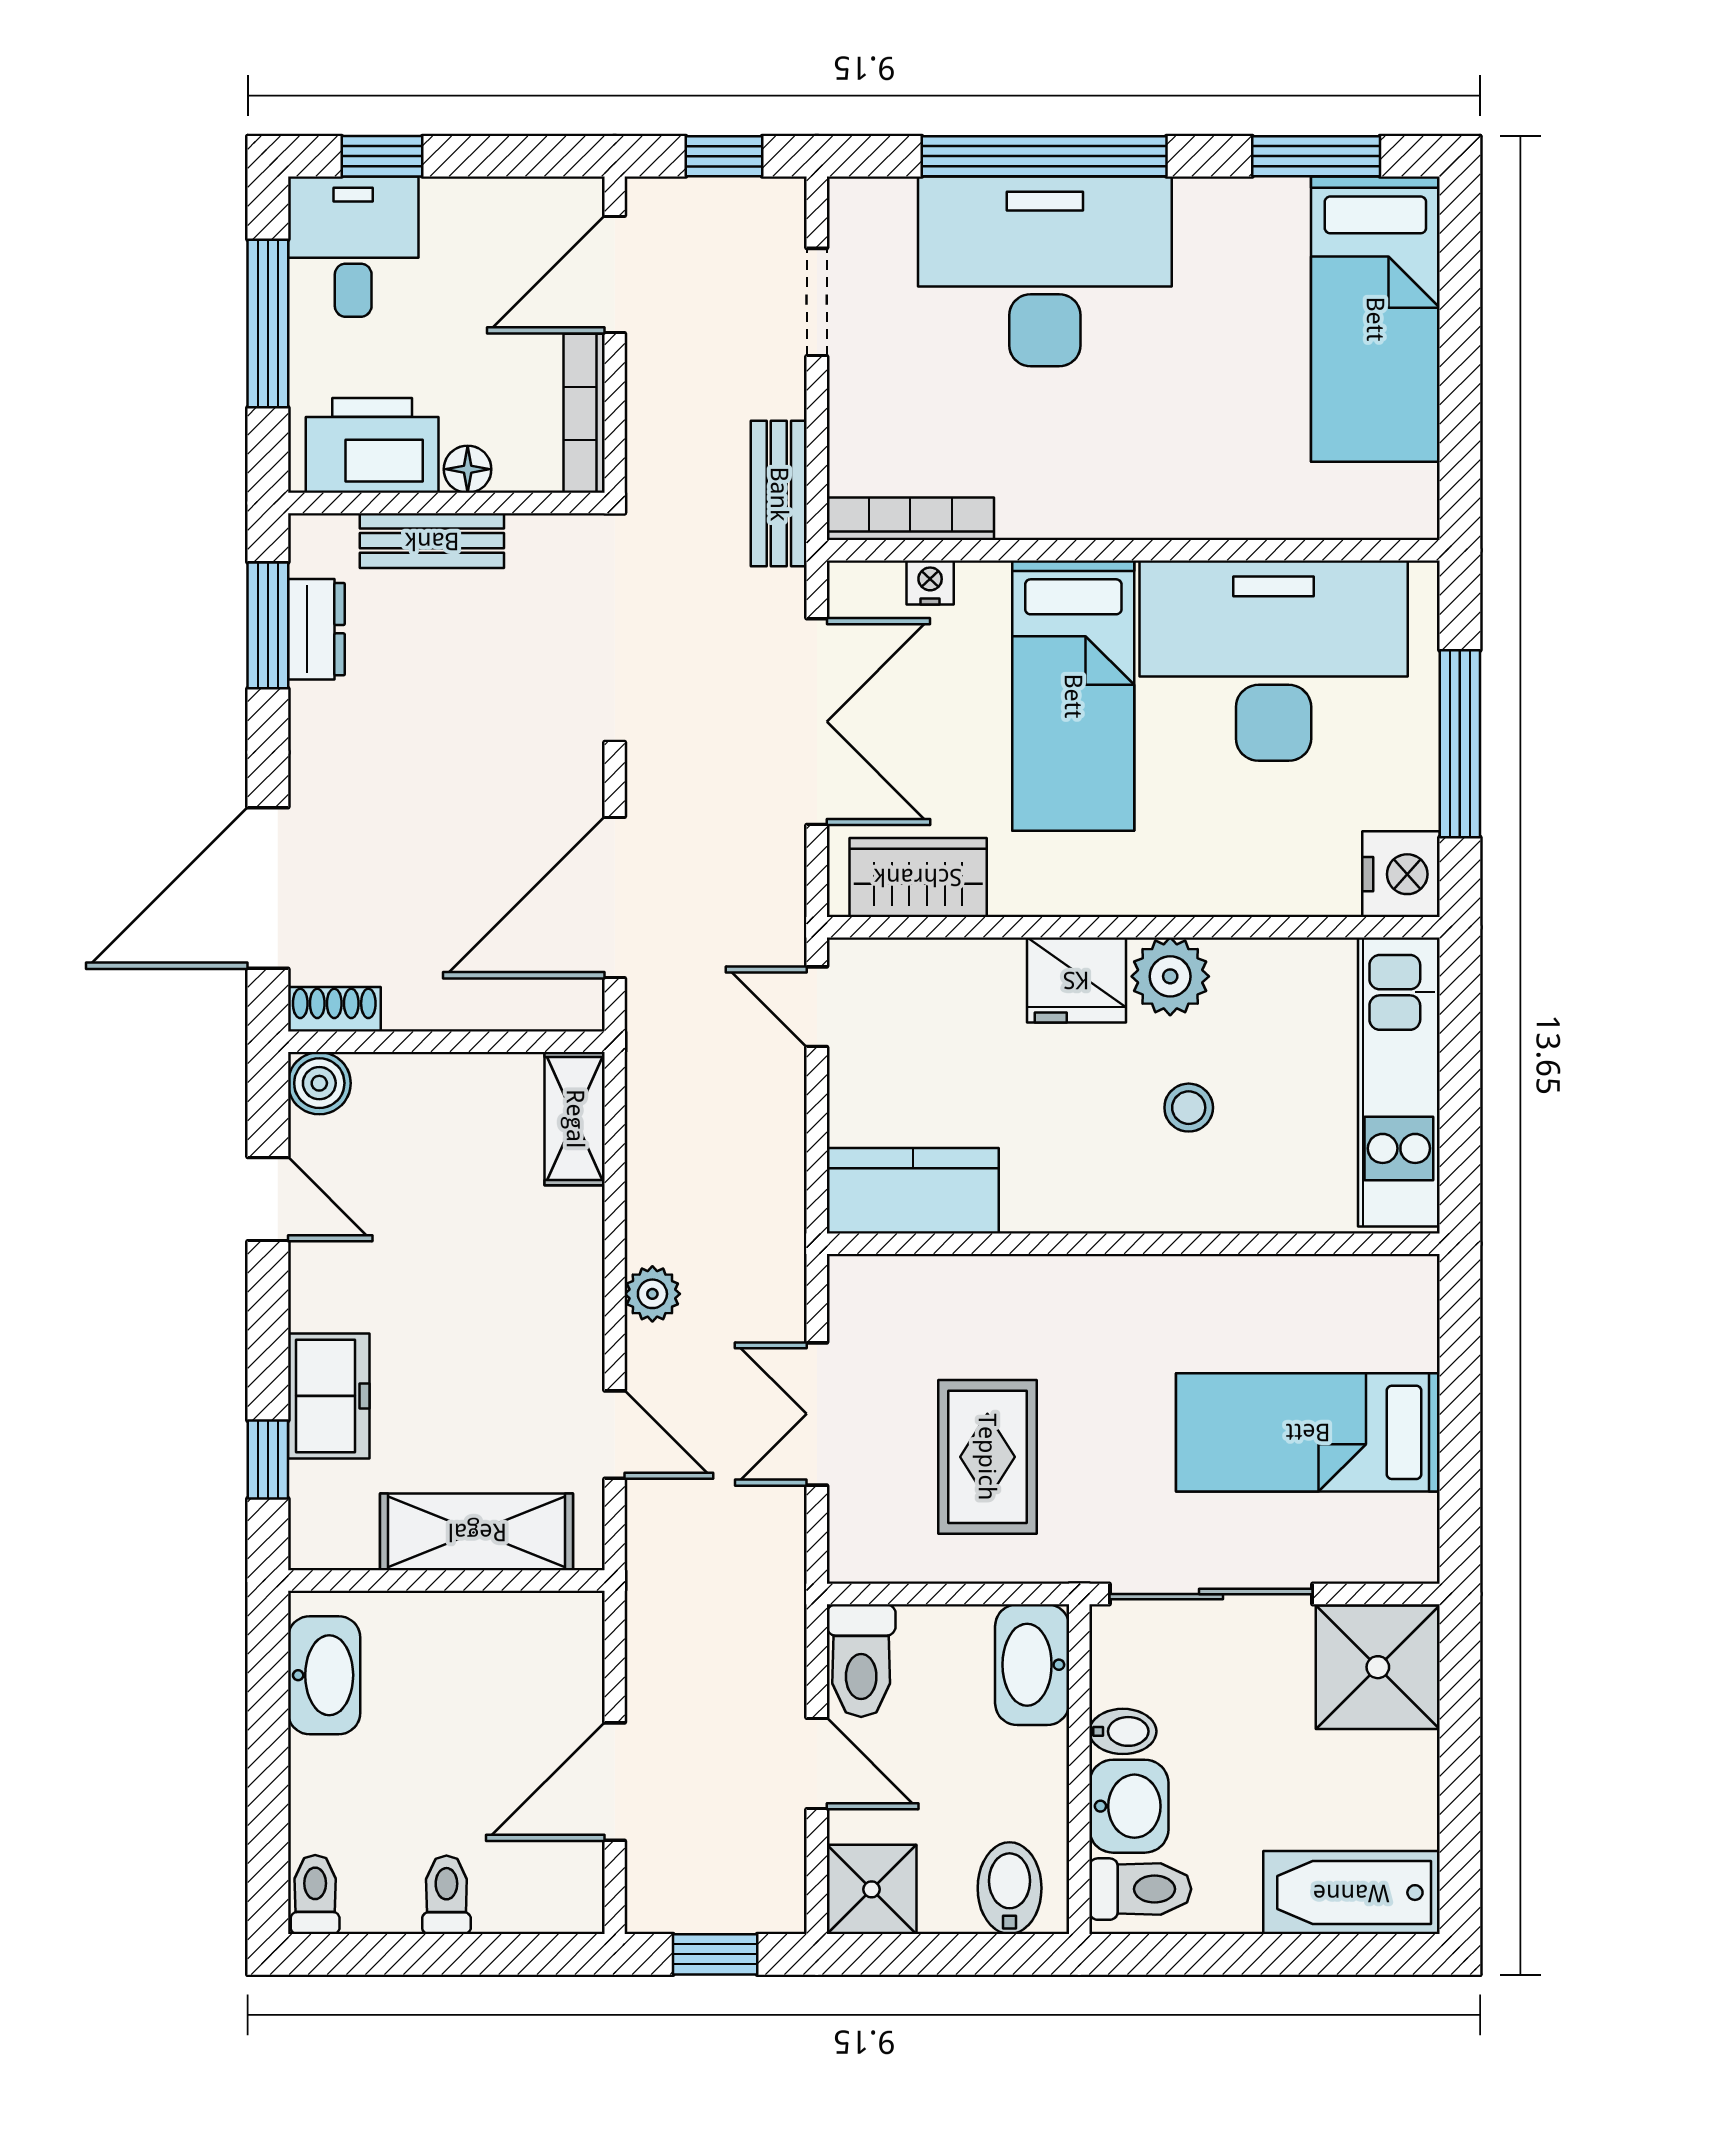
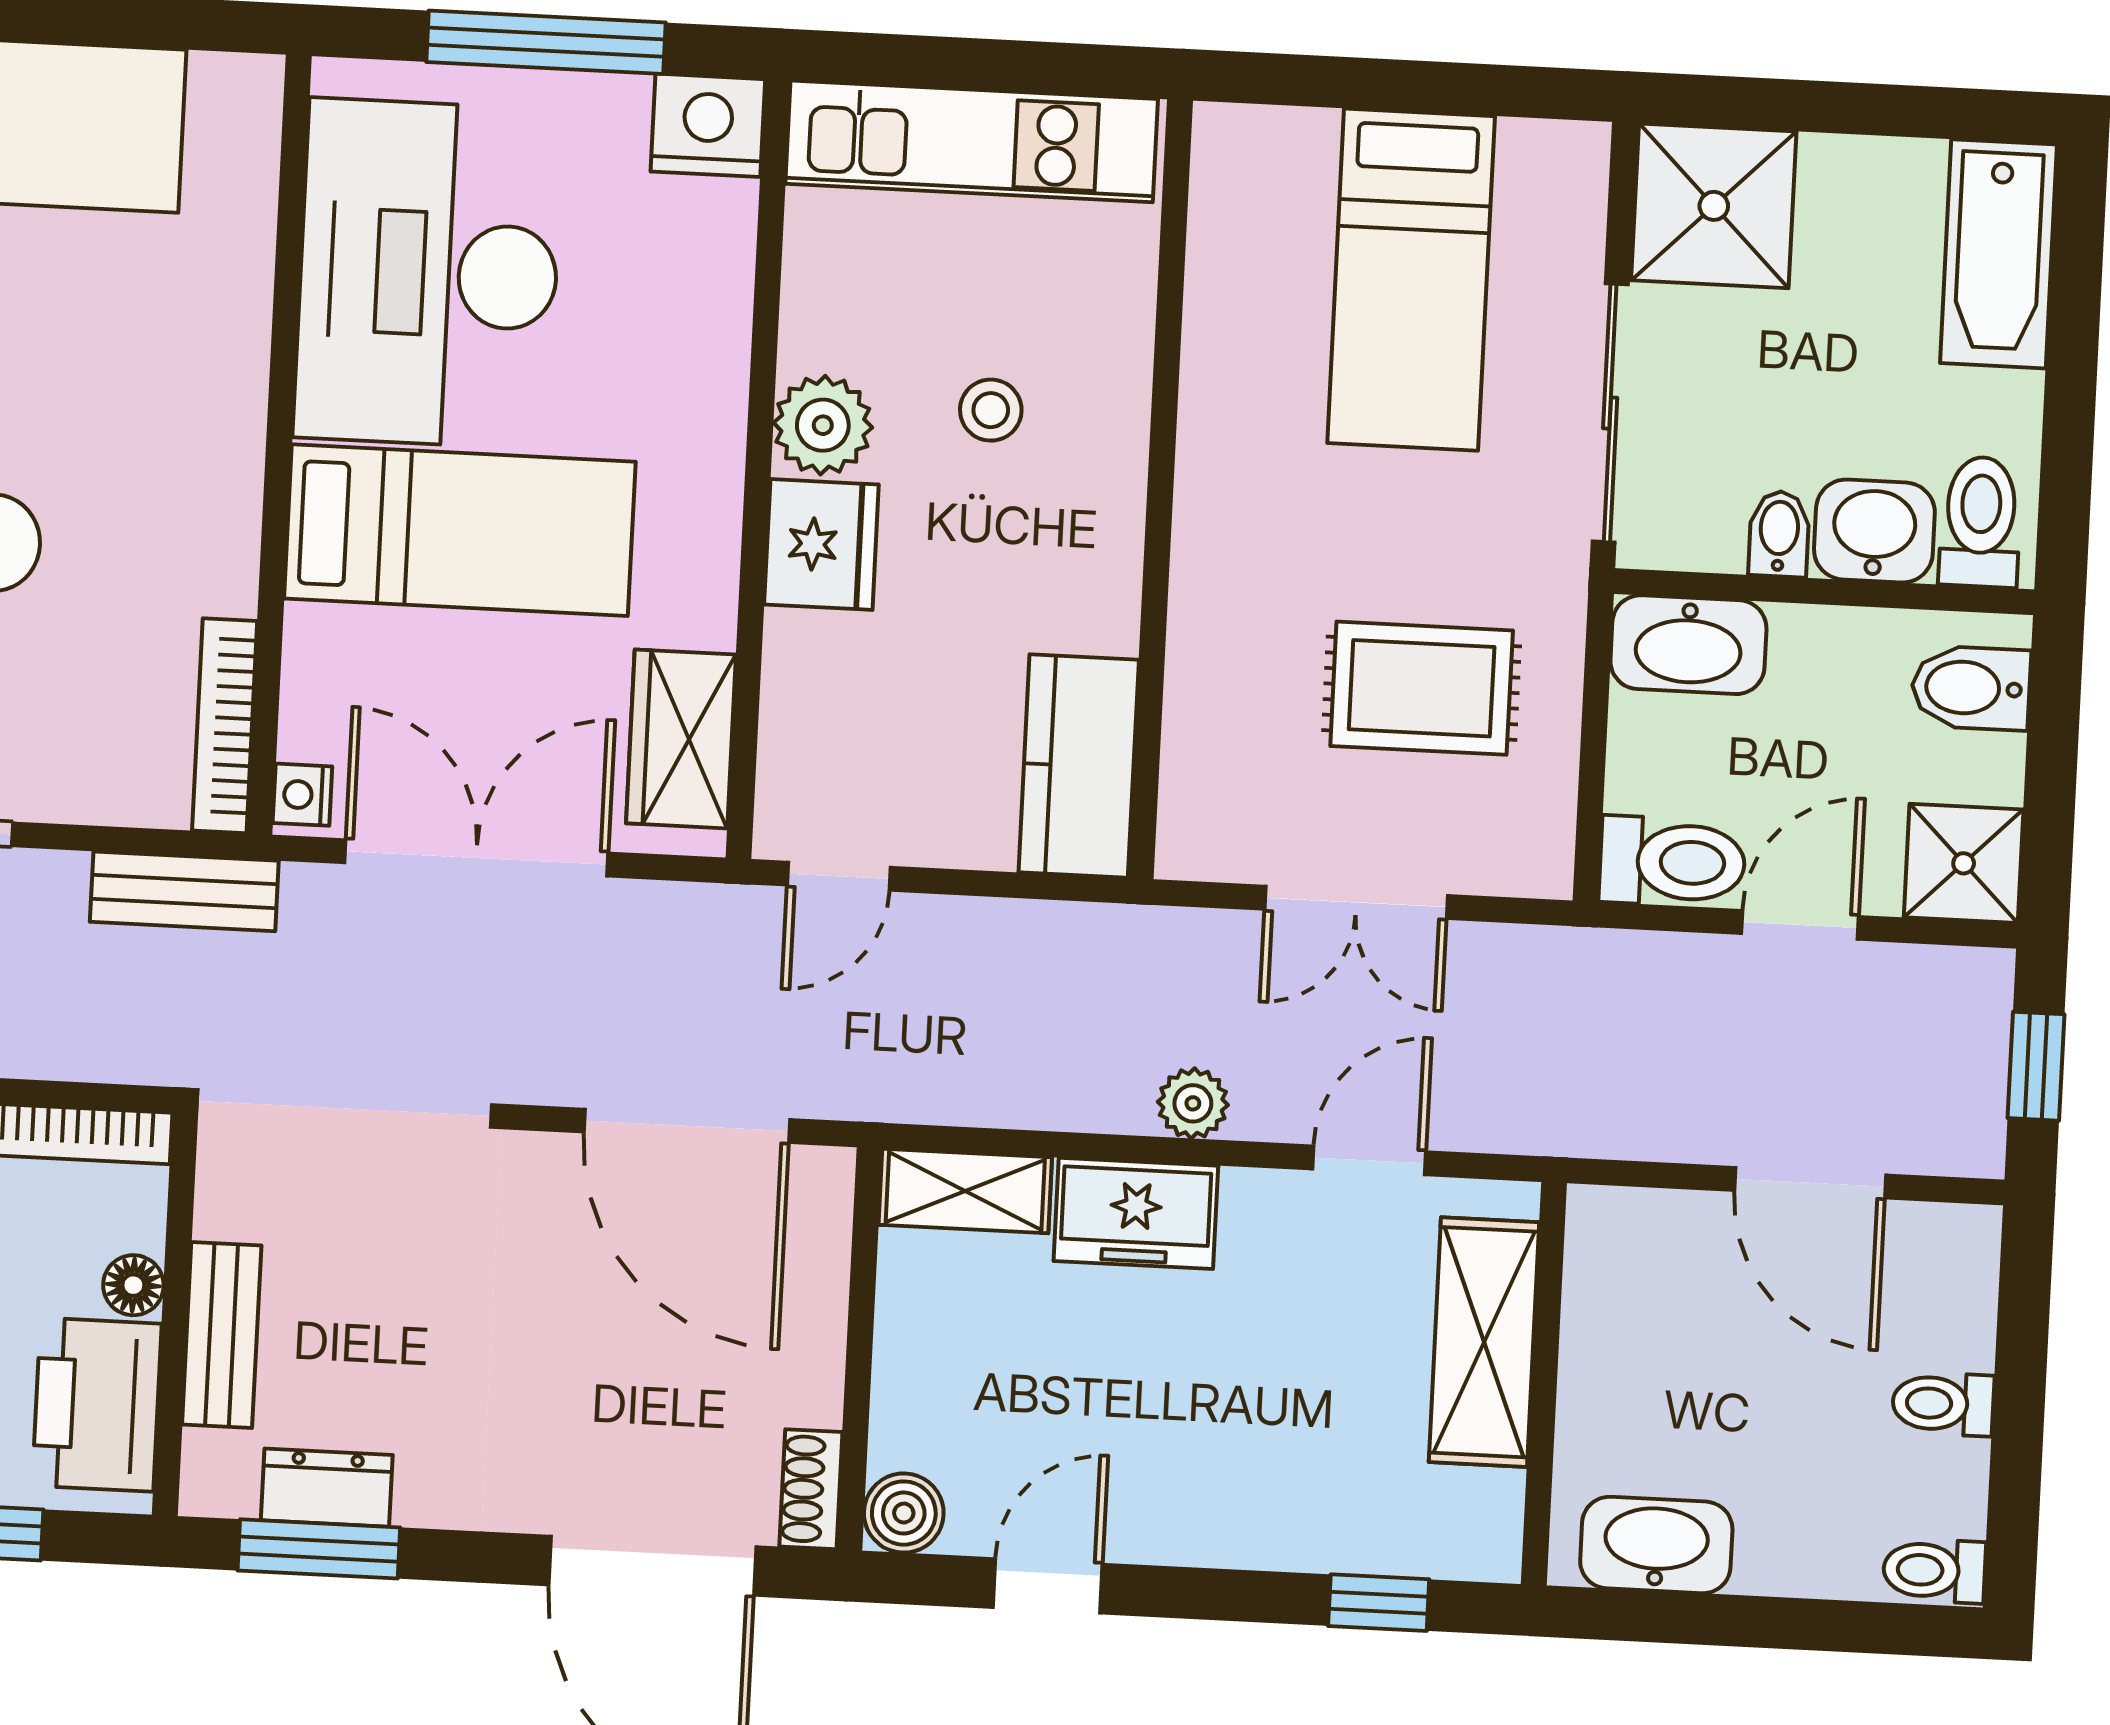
nightstand: (930, 582) -> (302, 795), moved
freezer: (329, 1396) -> (1136, 1213), moved, turned 180

